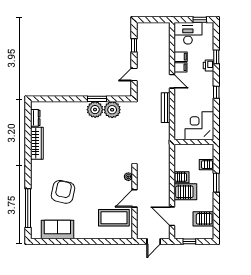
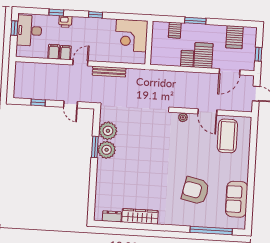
desk: (188, 33) -> (29, 31), moved

